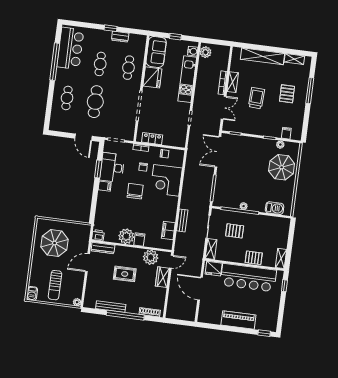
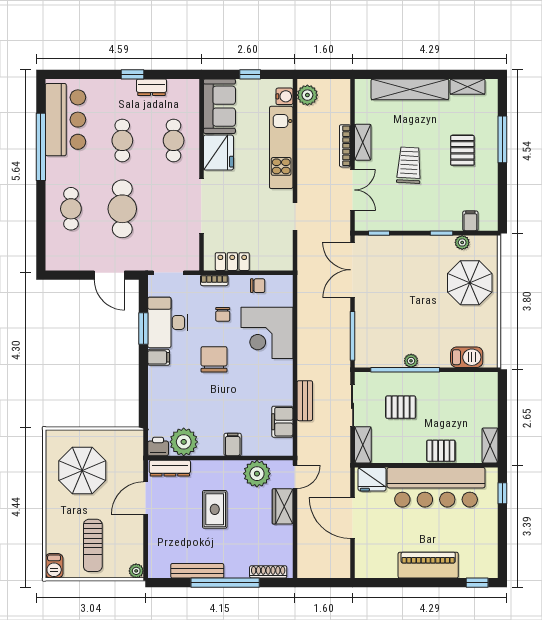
plant: (126, 236) -> (184, 442), moved
rug: (125, 274) -> (215, 509), turned 90

